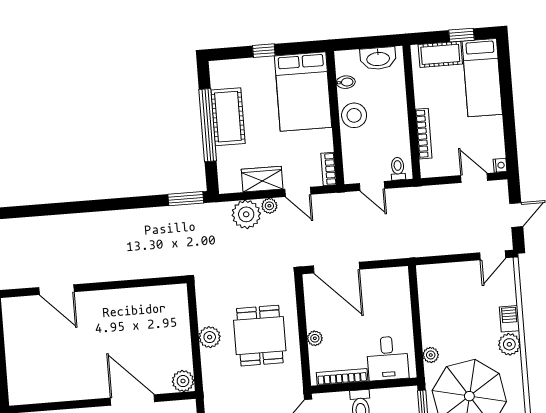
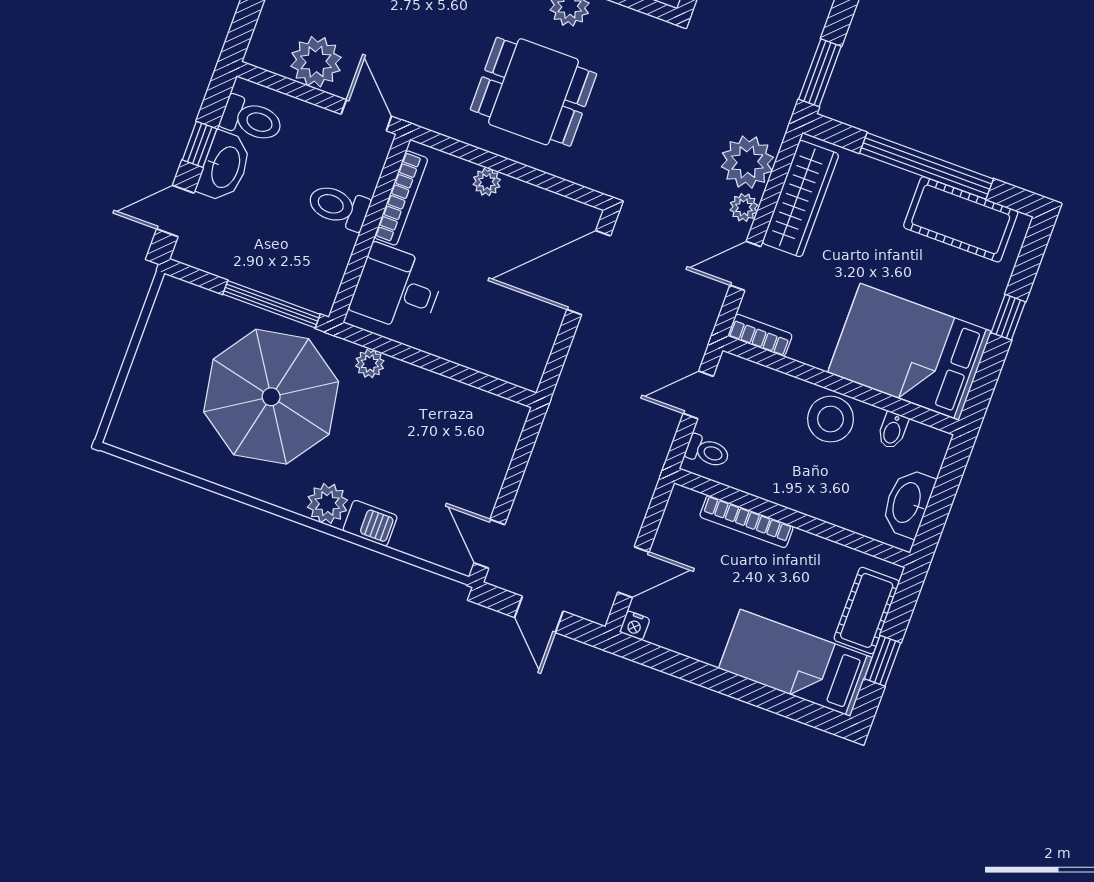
cot: (228, 117) -> (961, 219), moved
wardrobe: (262, 179) -> (800, 199), width x1.50

